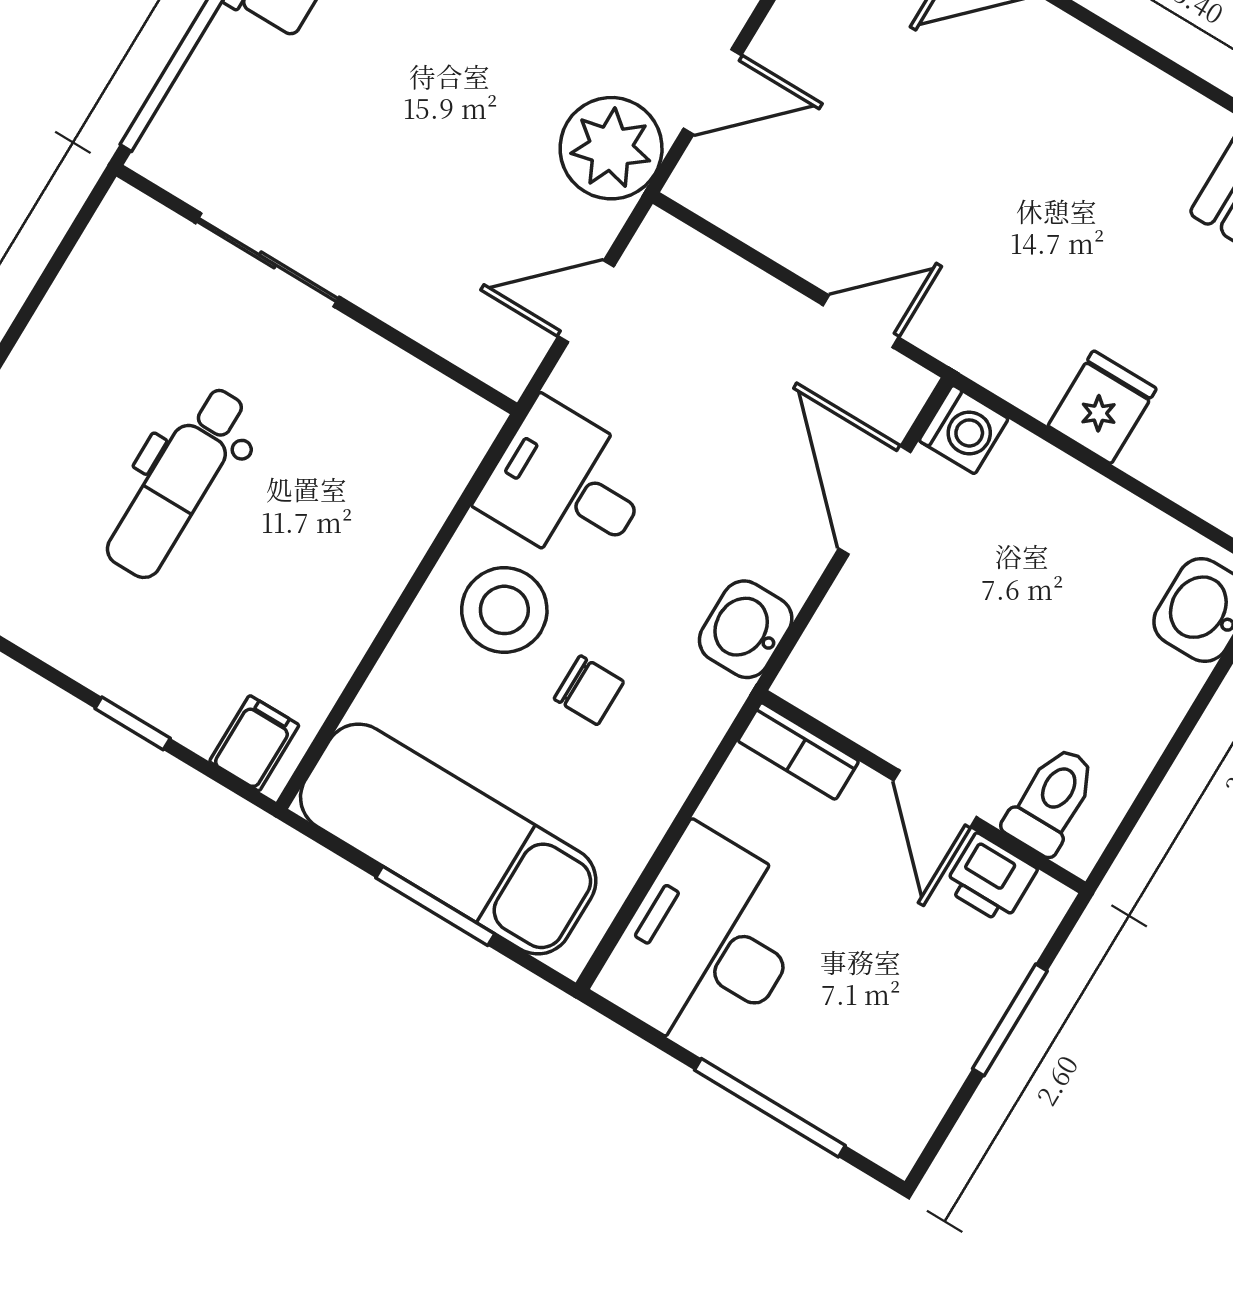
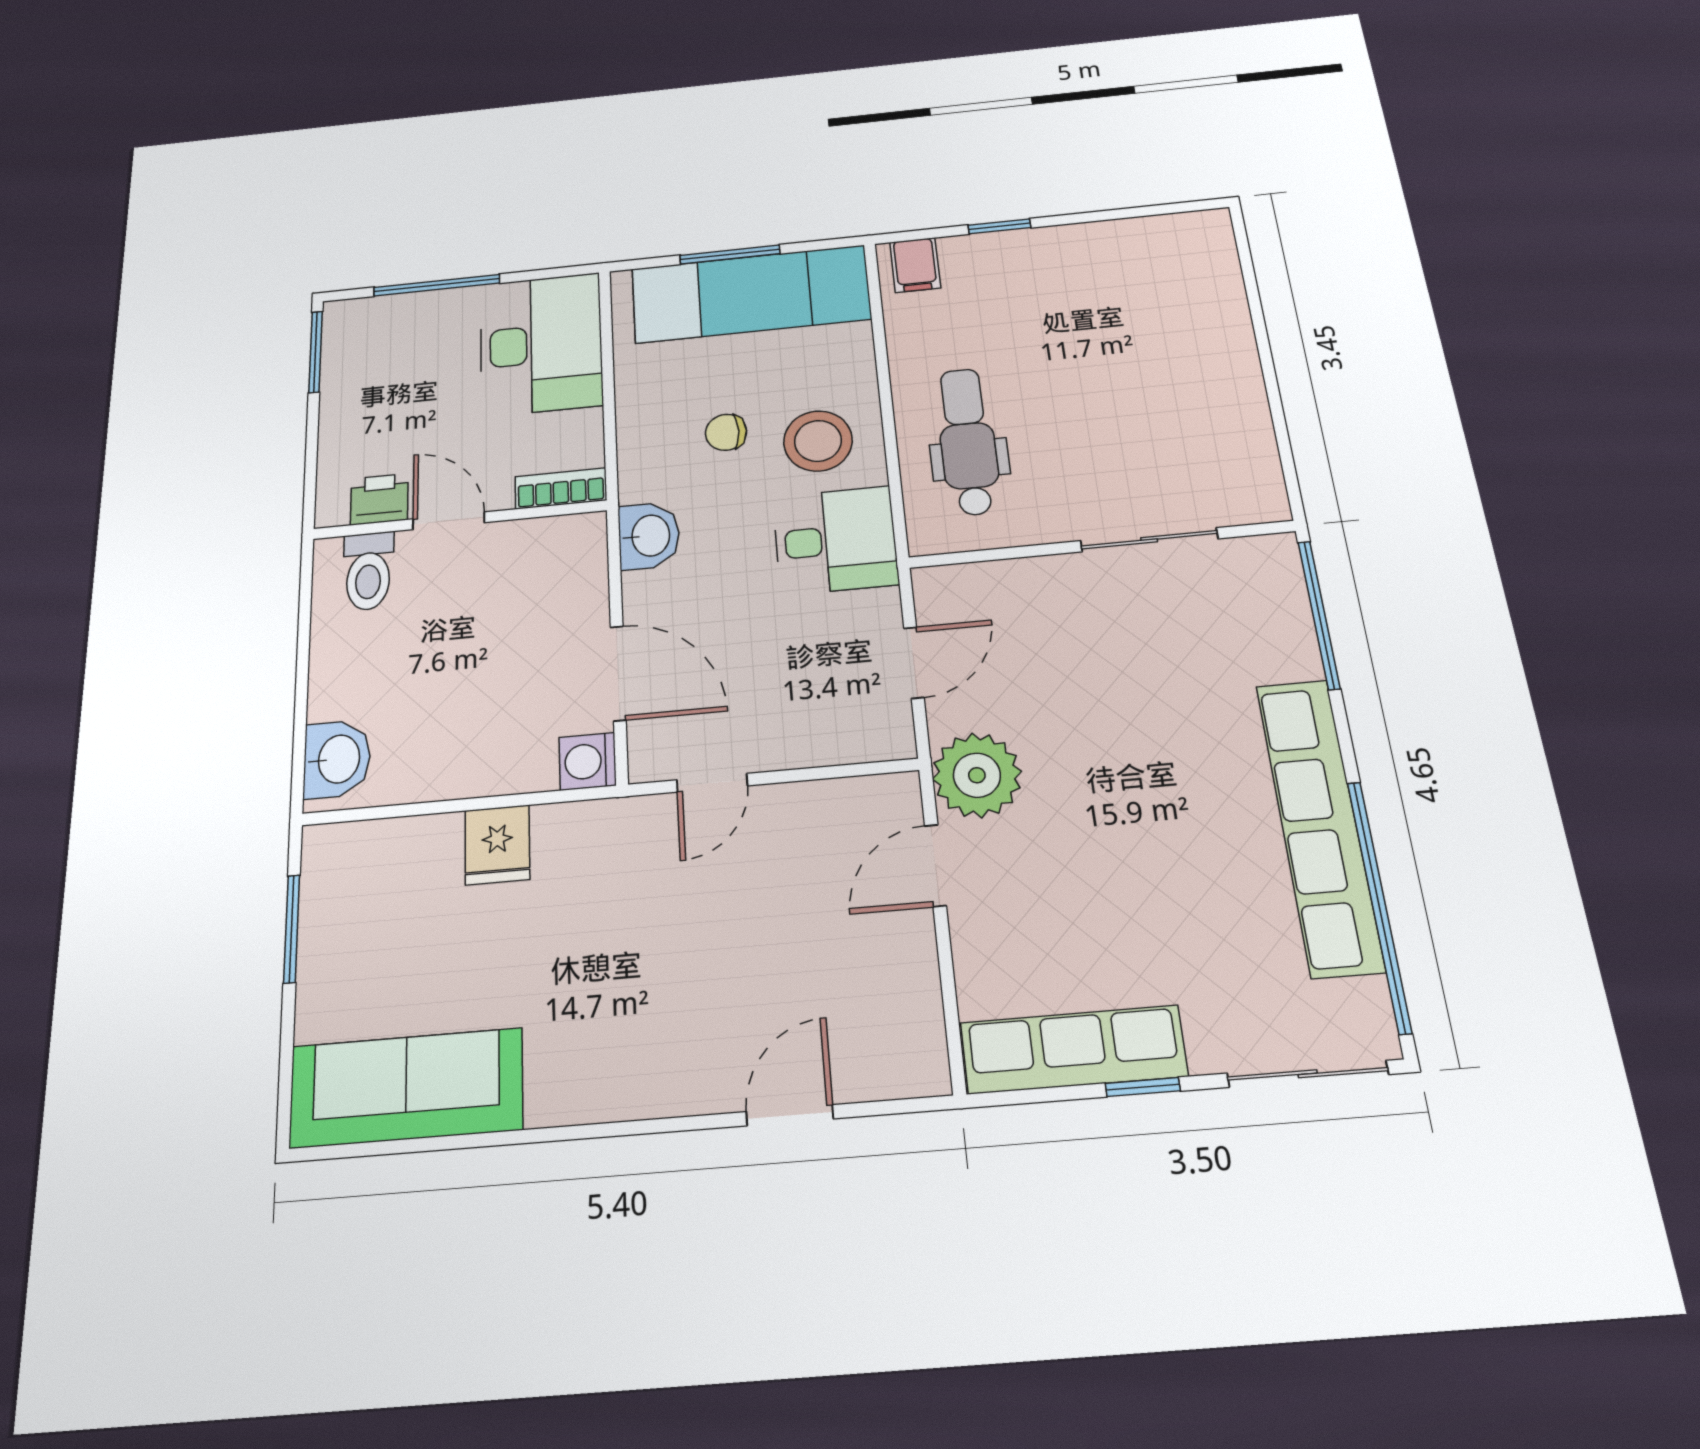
dental chair: (178, 482) -> (968, 441), moved
window: (1010, 1020) -> (316, 352), moved

